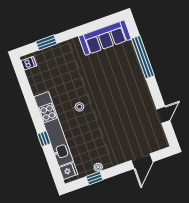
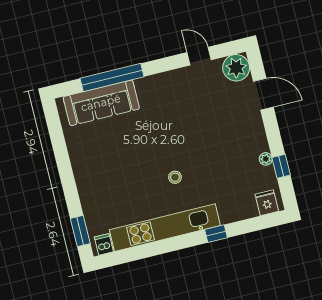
sofa: (105, 38) -> (101, 103), moved, turned 90
window: (46, 43) -> (80, 231), moved
kitchen unit: (54, 129) -> (165, 228), moved
plant: (158, 141) -> (236, 68), added

